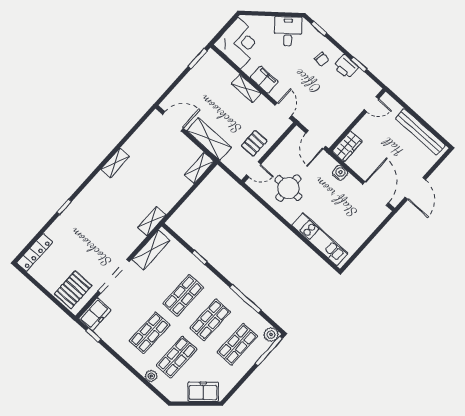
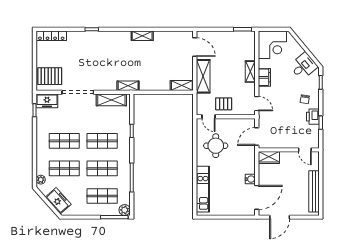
door: (283, 110) -> (257, 104), hinge flipped
water cooler: (340, 173) -> (250, 179), moved
plant: (151, 376) -> (41, 180), moved

